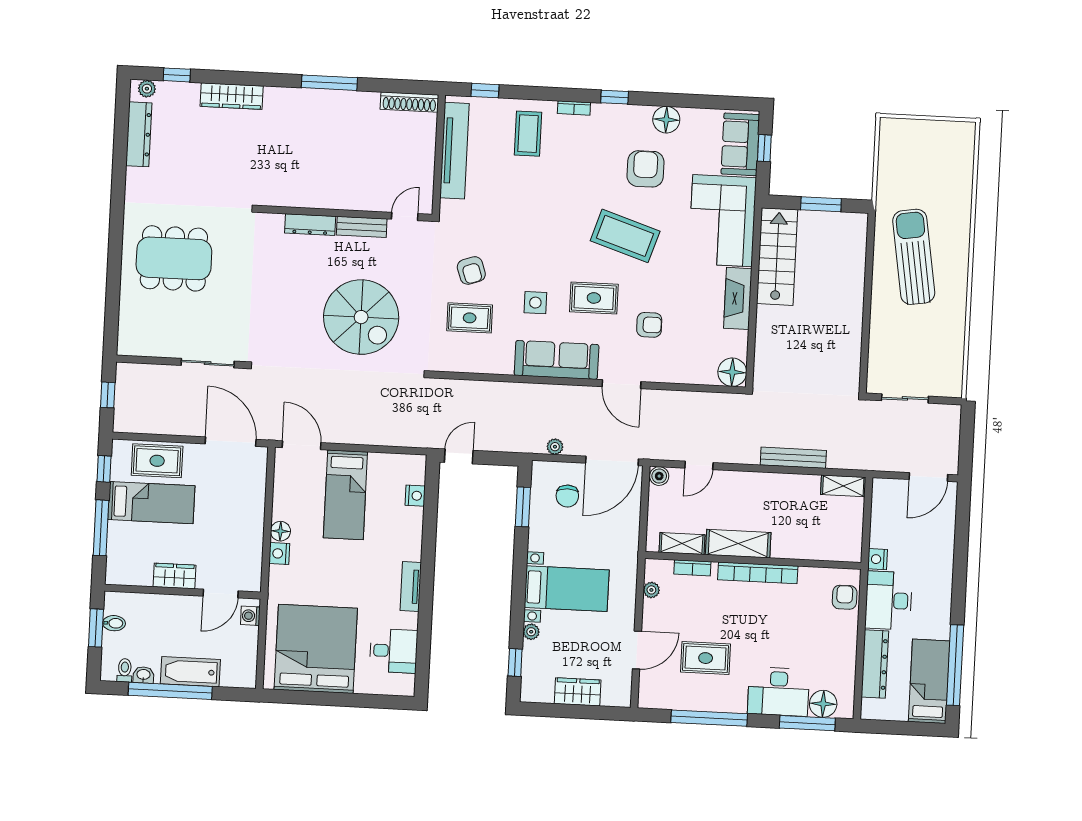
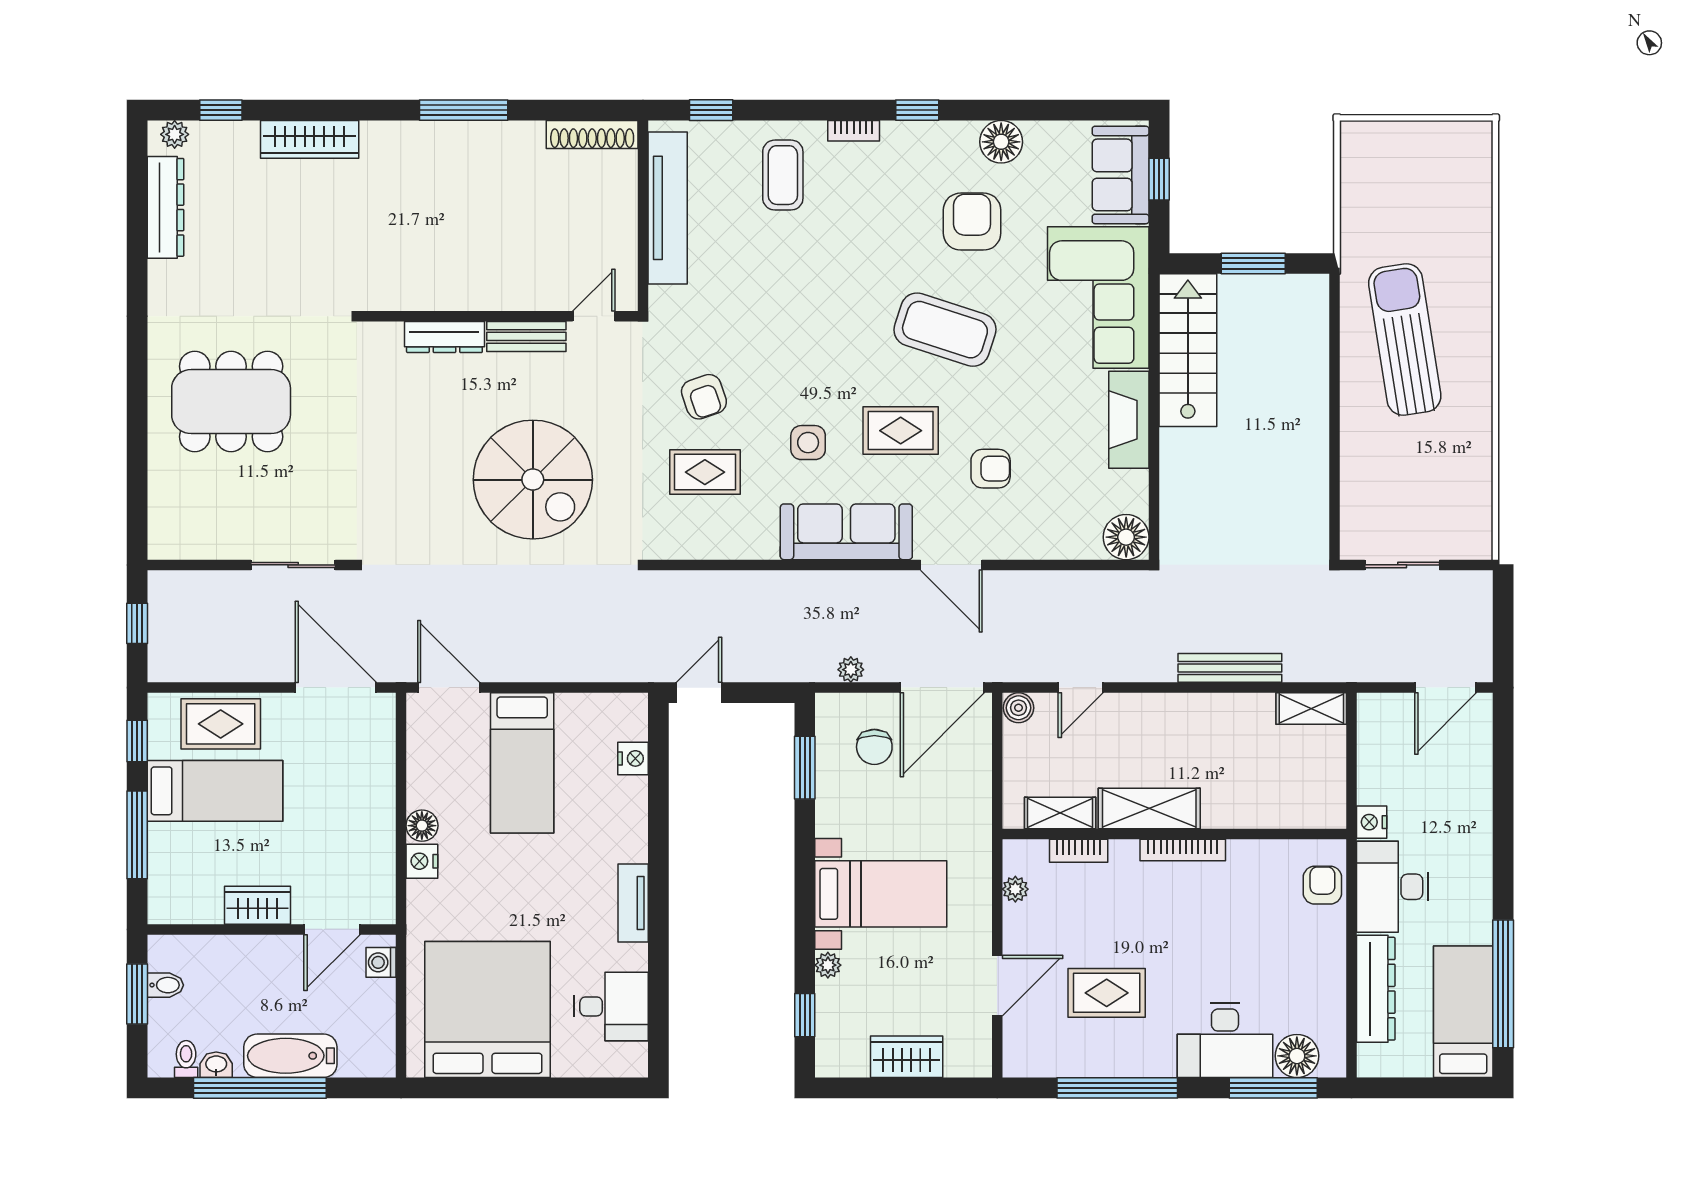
bookcase: (758, 573) -> (1183, 850), width x0.68, depth x0.76

